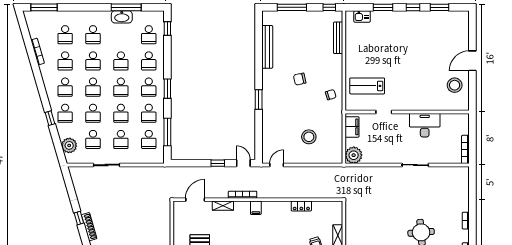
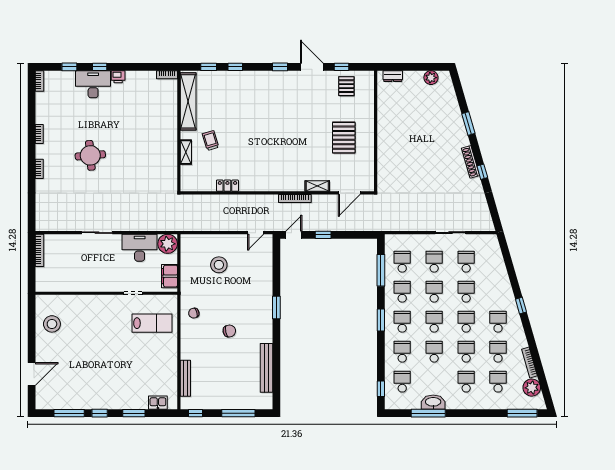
window: (440, 7) -> (69, 413), width x1.44
door: (472, 61) -> (32, 374), moved
school desk: (65, 113) -> (498, 292), removed
window: (50, 118) -> (521, 306), moved
desk: (425, 125) -> (140, 248), moved, turned 180
plant: (69, 145) -> (532, 388), moved
door: (243, 163) -> (294, 235), swing flipped
filing cabinet: (256, 208) -> (280, 184), removed

